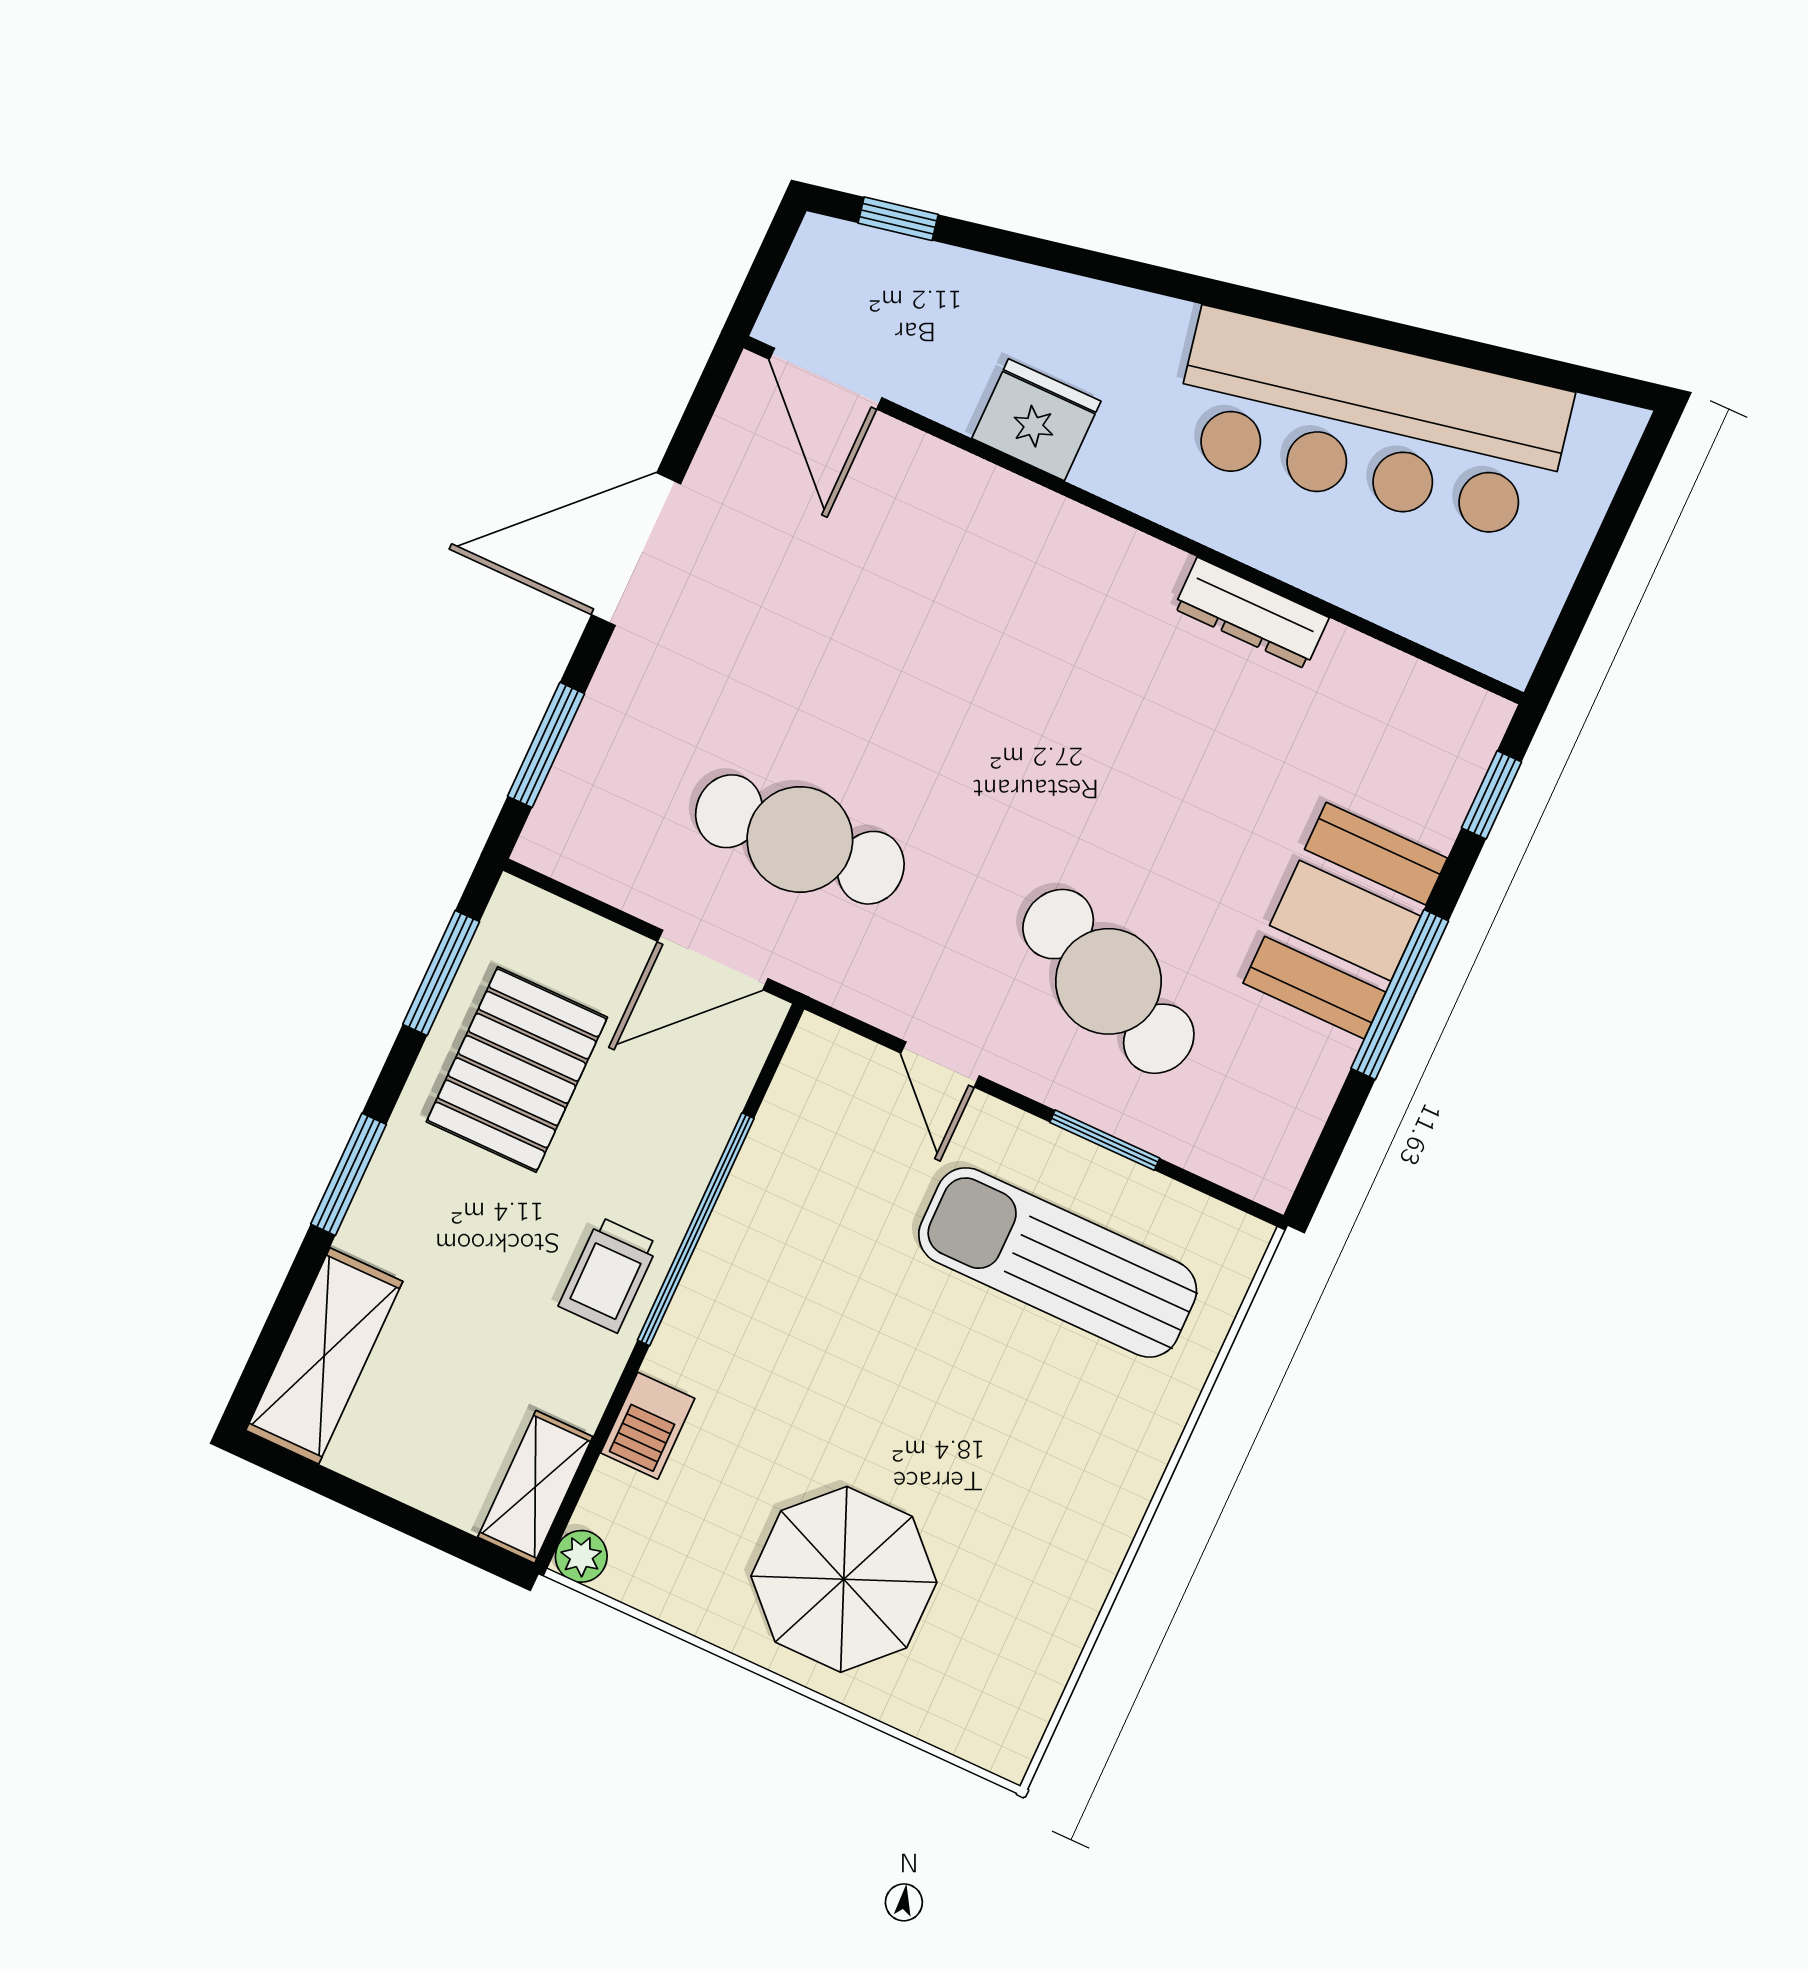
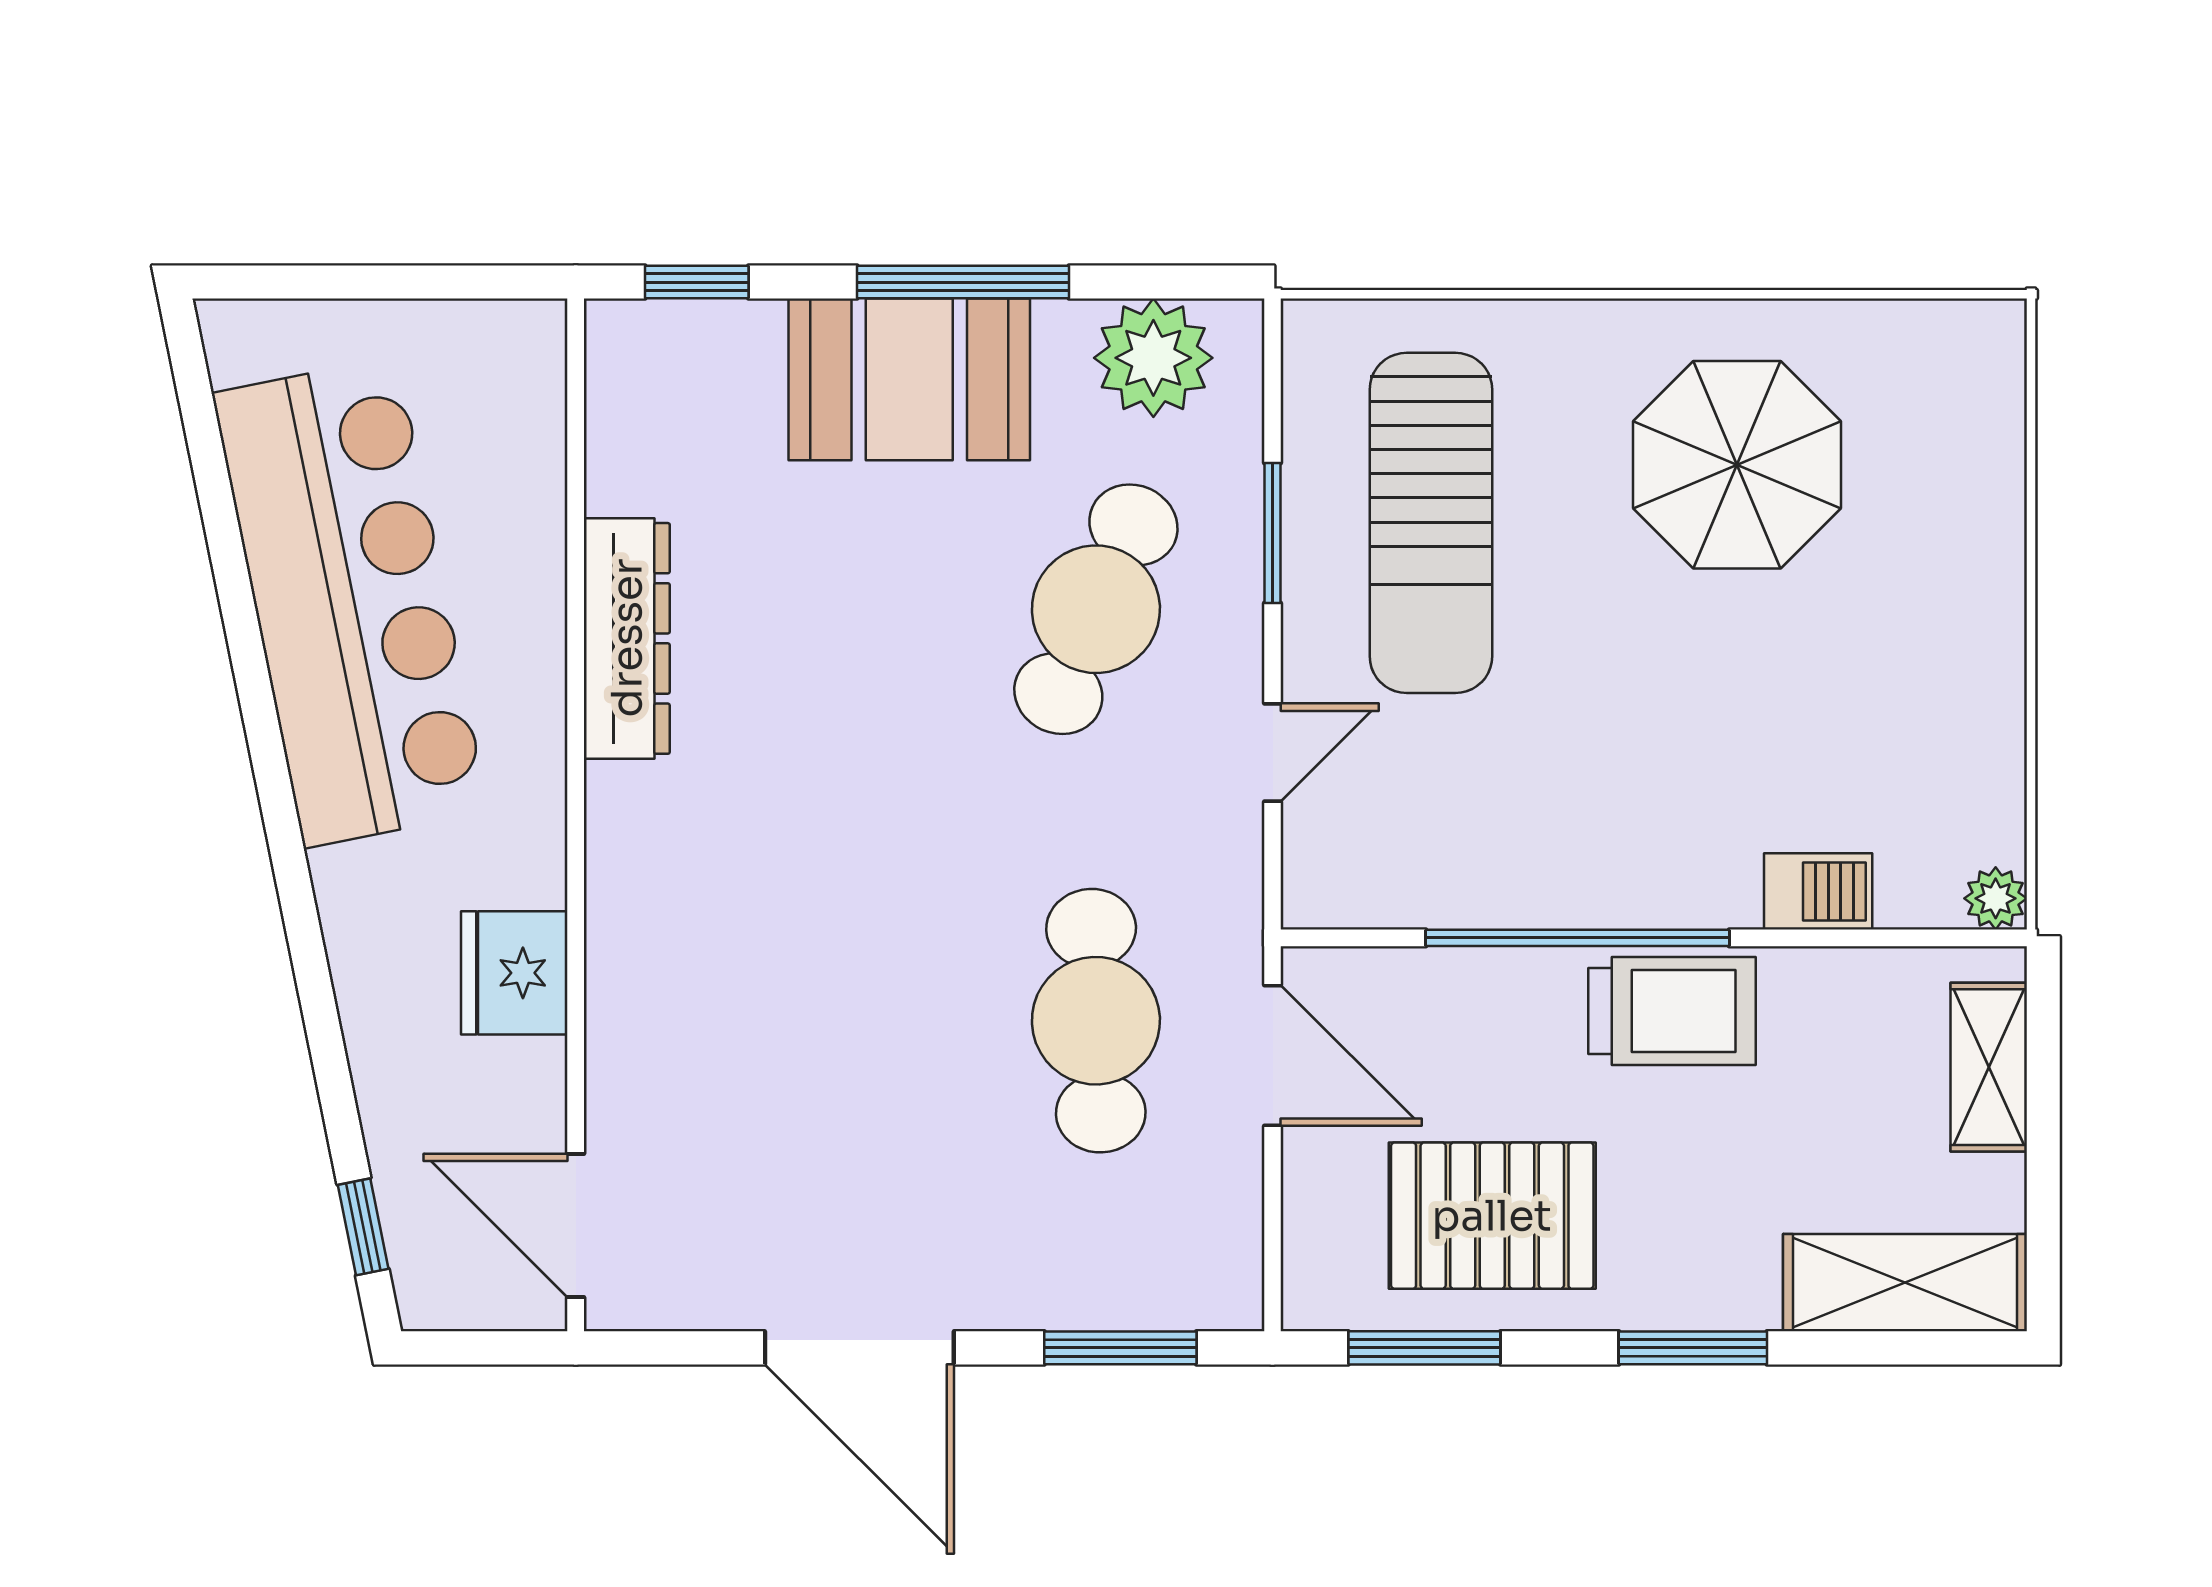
door: (826, 379) -> (576, 1226), swing flipped
dresser: (1251, 613) -> (627, 638), width x1.37, depth x1.24
plant: (1277, 1111) -> (1153, 358), added
trolley: (608, 1275) -> (1672, 1011), width x1.36, depth x1.39
shelving: (535, 1487) -> (1989, 1067), moved, turned 90
parasol: (844, 1579) -> (1737, 465), moved

